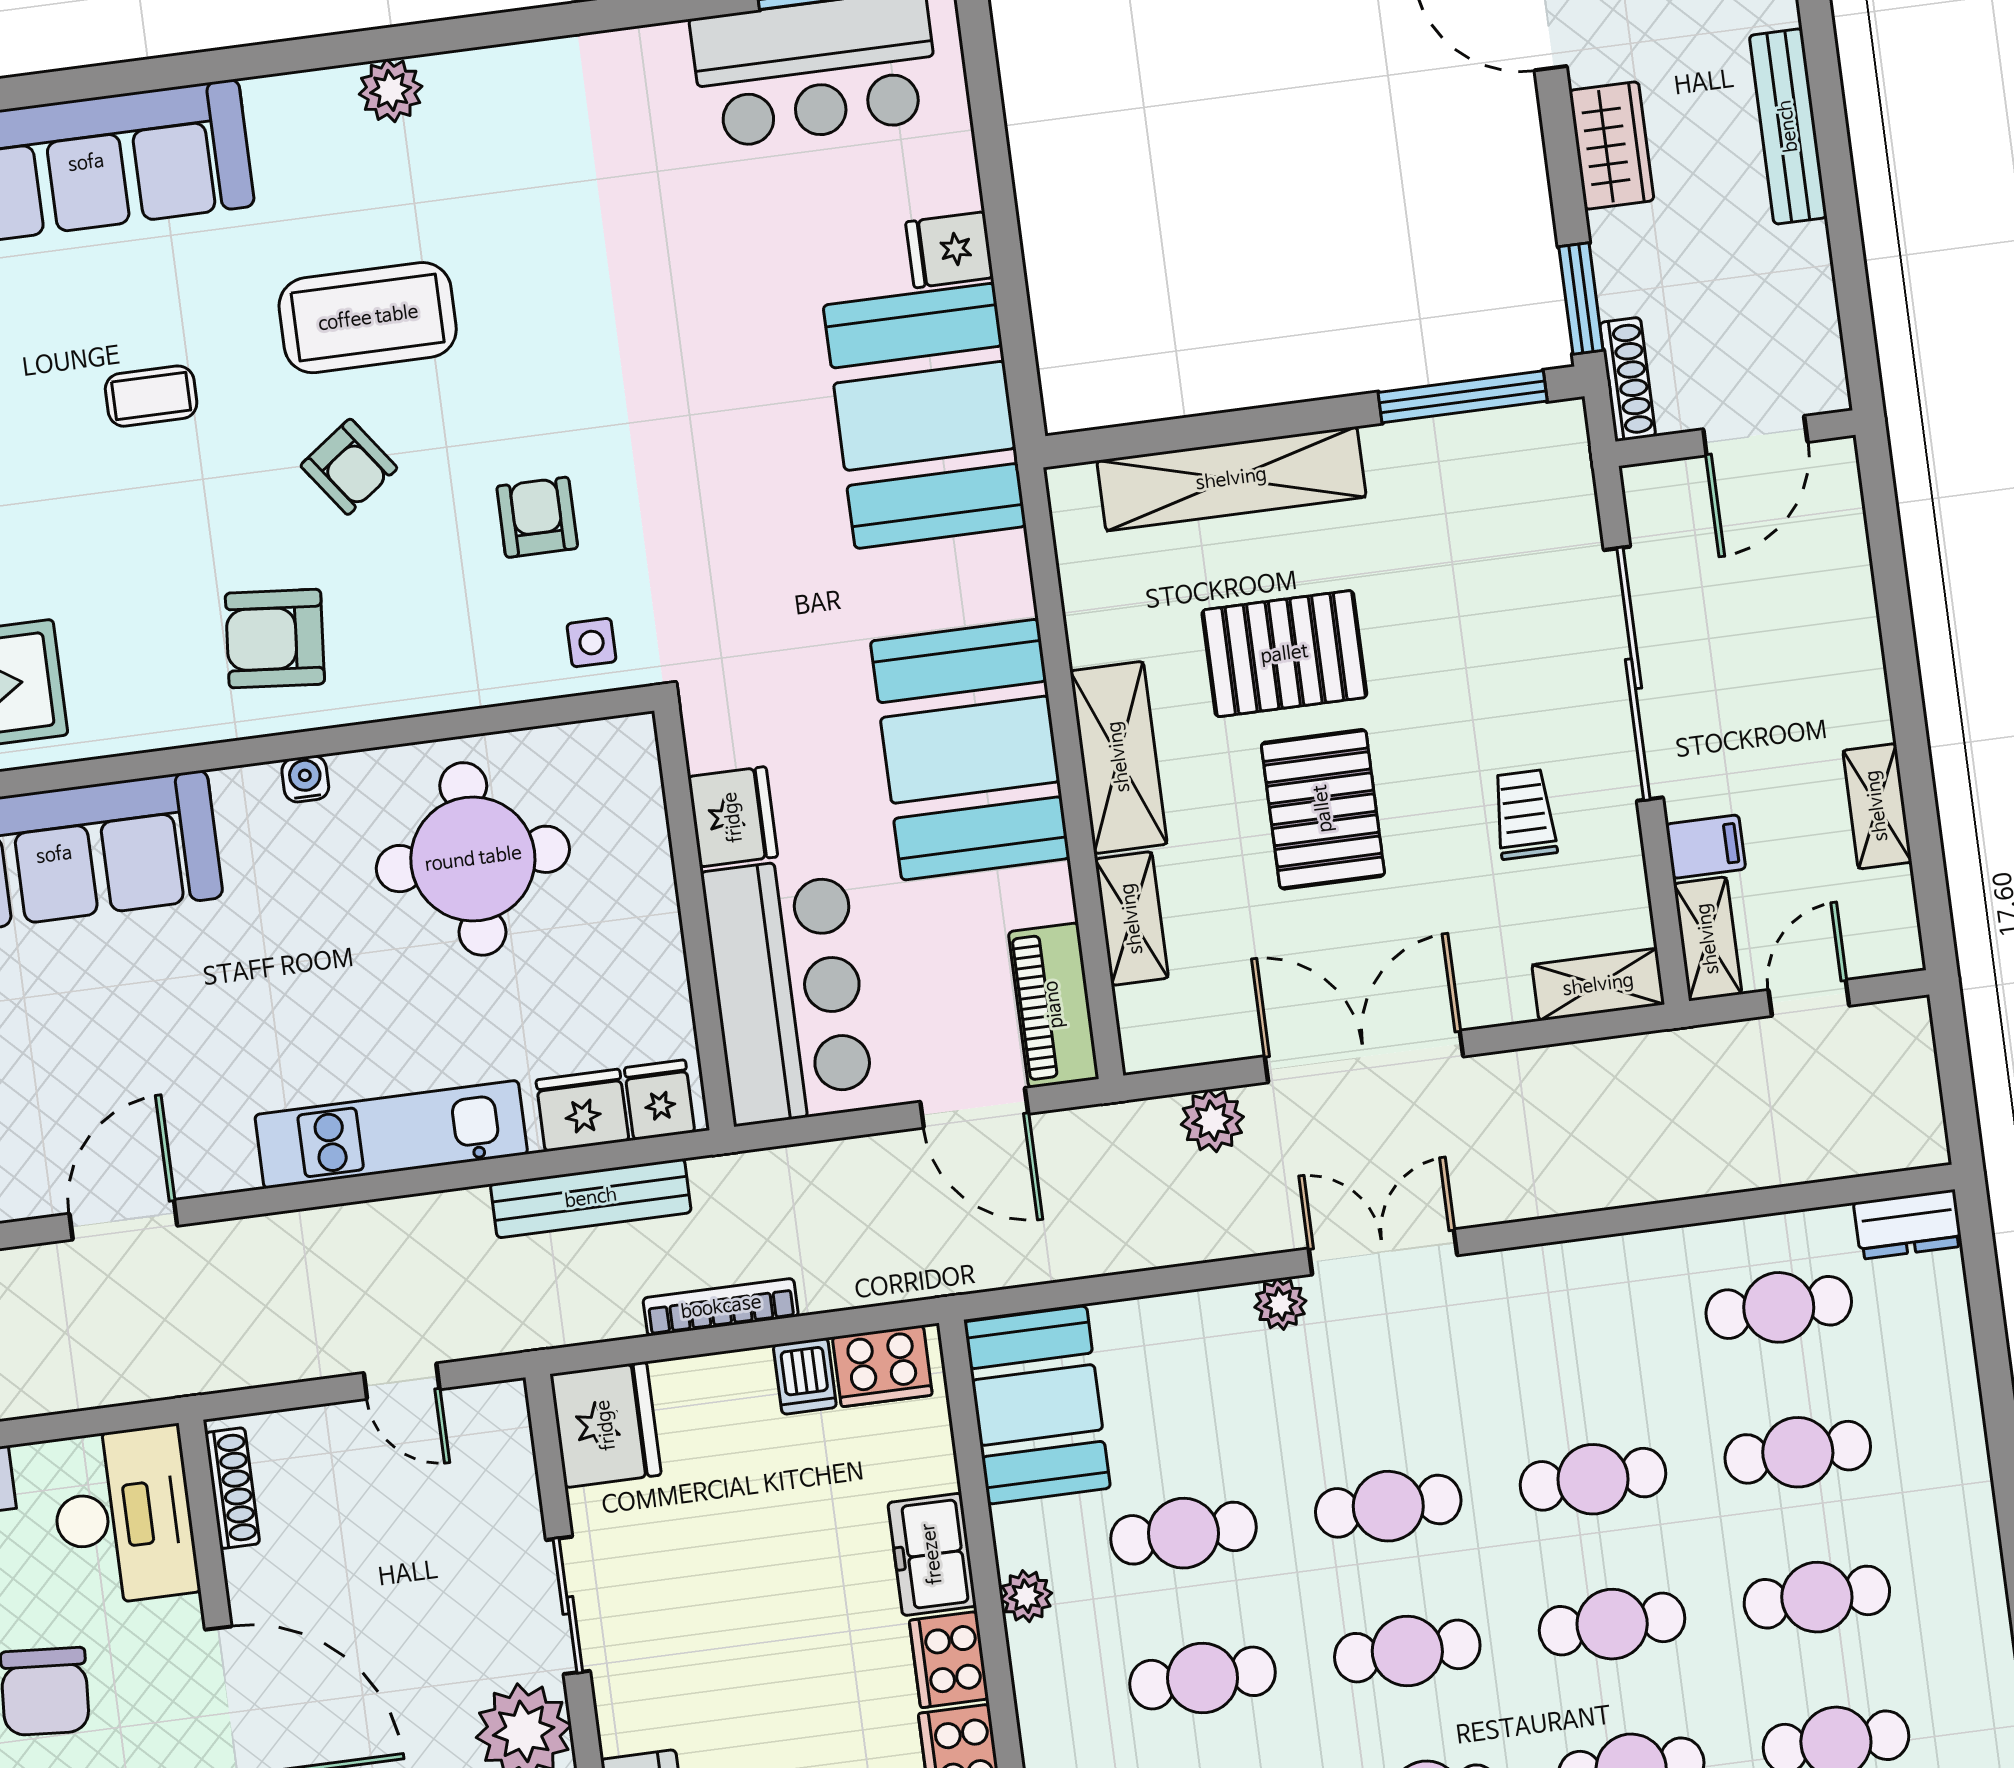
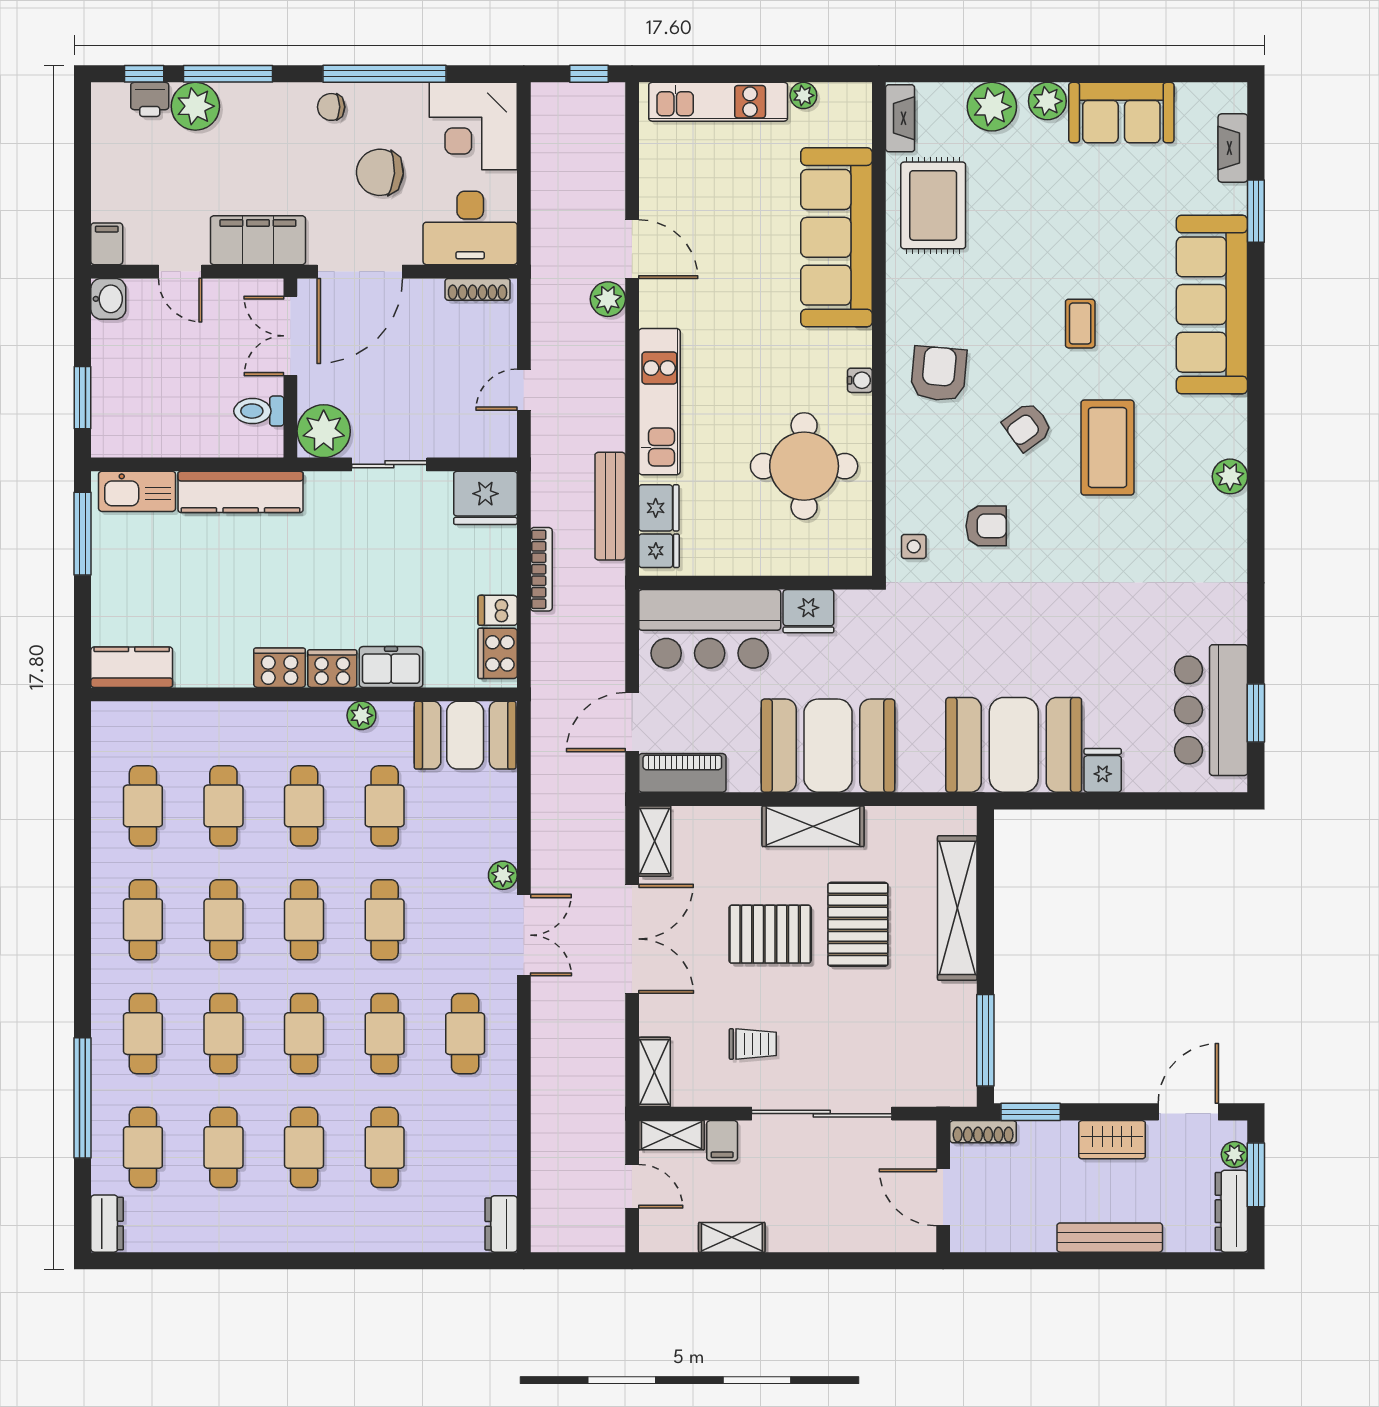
shelving: (1132, 919) -> (655, 841), moved, turned 90
plant: (1212, 1121) -> (608, 299), moved
cafe table: (1779, 1307) -> (465, 1034), moved

